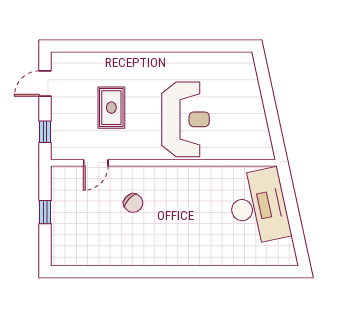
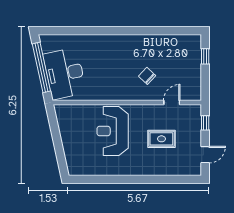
rug: (111, 108) -> (161, 139), turned 90
window: (45, 212) -> (205, 56), moved
window: (294, 216) -> (41, 67), added

